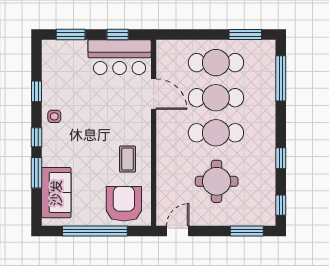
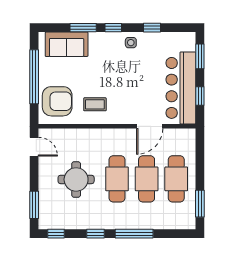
bar counter: (120, 57) -> (181, 88), width x1.36
window: (281, 78) -> (134, 234), moved

